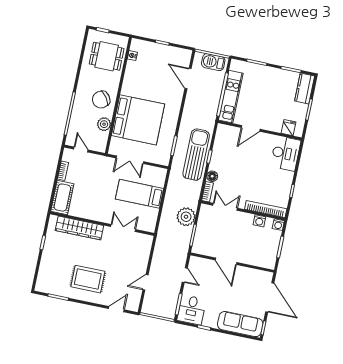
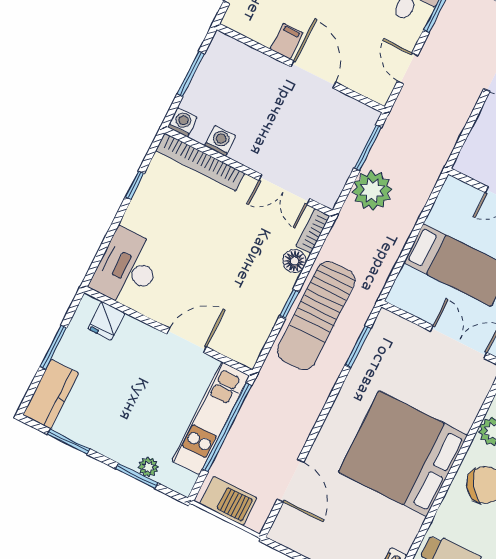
plant: (253, 68) -> (148, 467), added
bed: (138, 120) -> (403, 454), moved
filing cabinet: (242, 273) -> (287, 41), added

